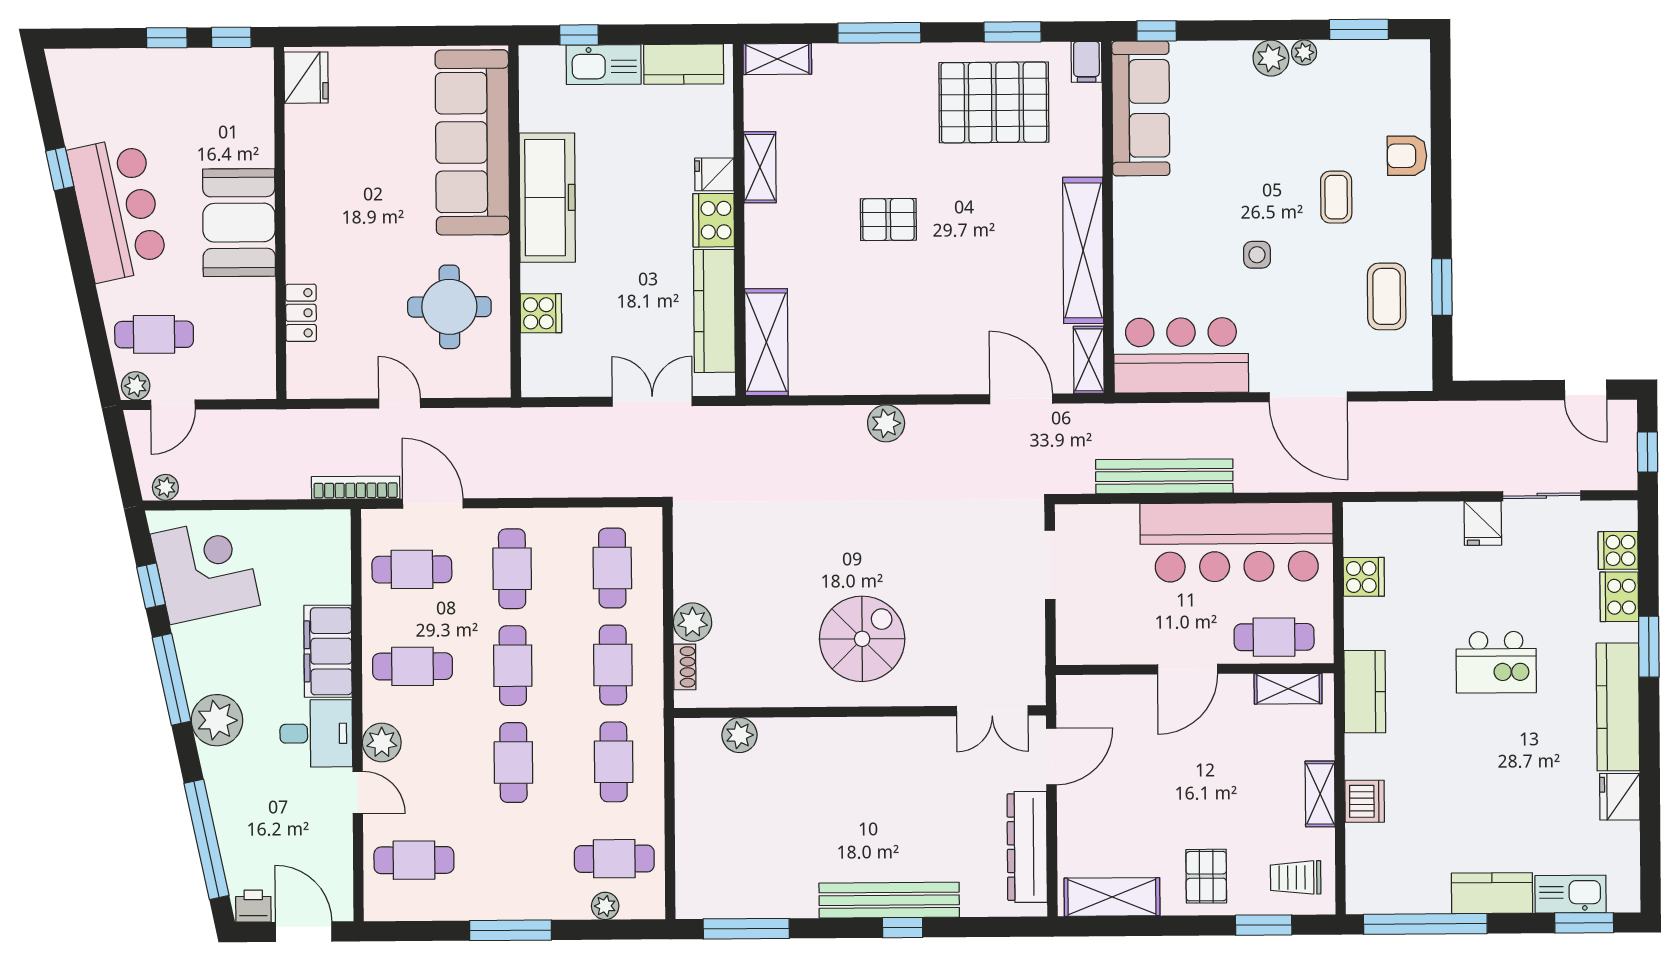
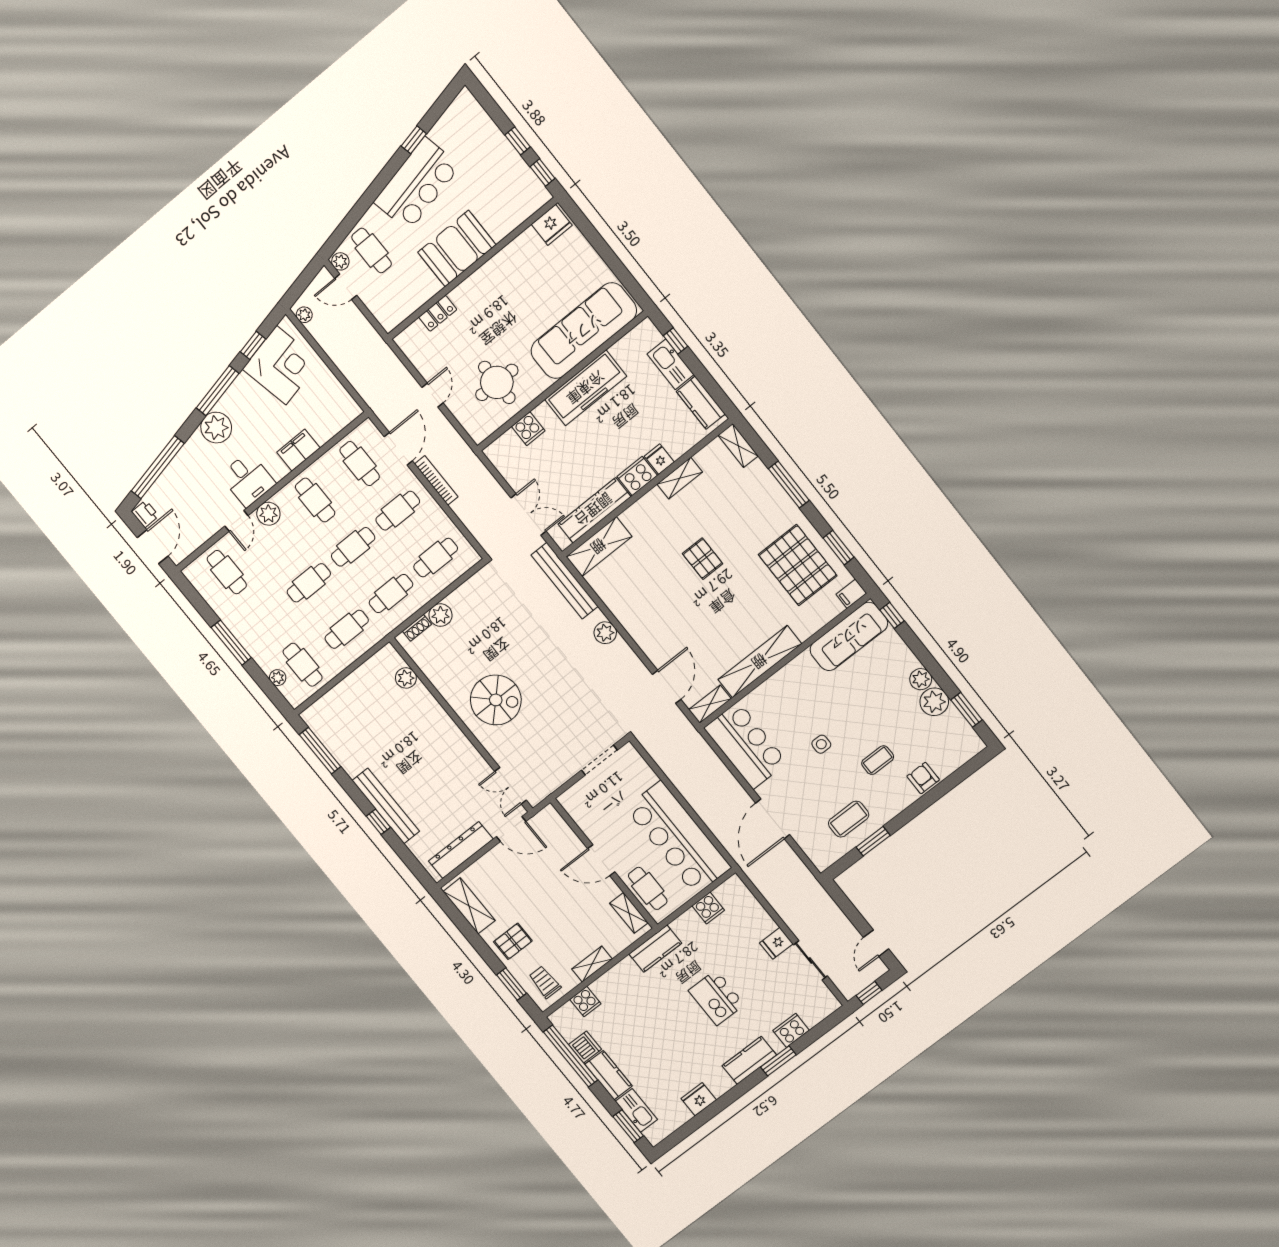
plant: (1304, 52) -> (934, 702), width x1.87, depth x1.87
bench: (1164, 476) -> (565, 581), moved
bookcase: (356, 488) -> (436, 480), moved
cooker: (1618, 550) -> (585, 1002), moved, turned 180
filing cabinet: (328, 651) -> (298, 450), width x0.67, depth x0.86
kitchen counter: (1618, 707) -> (749, 1060), width x0.67
dishwasher: (1365, 801) -> (585, 1047), moved, turned -90

